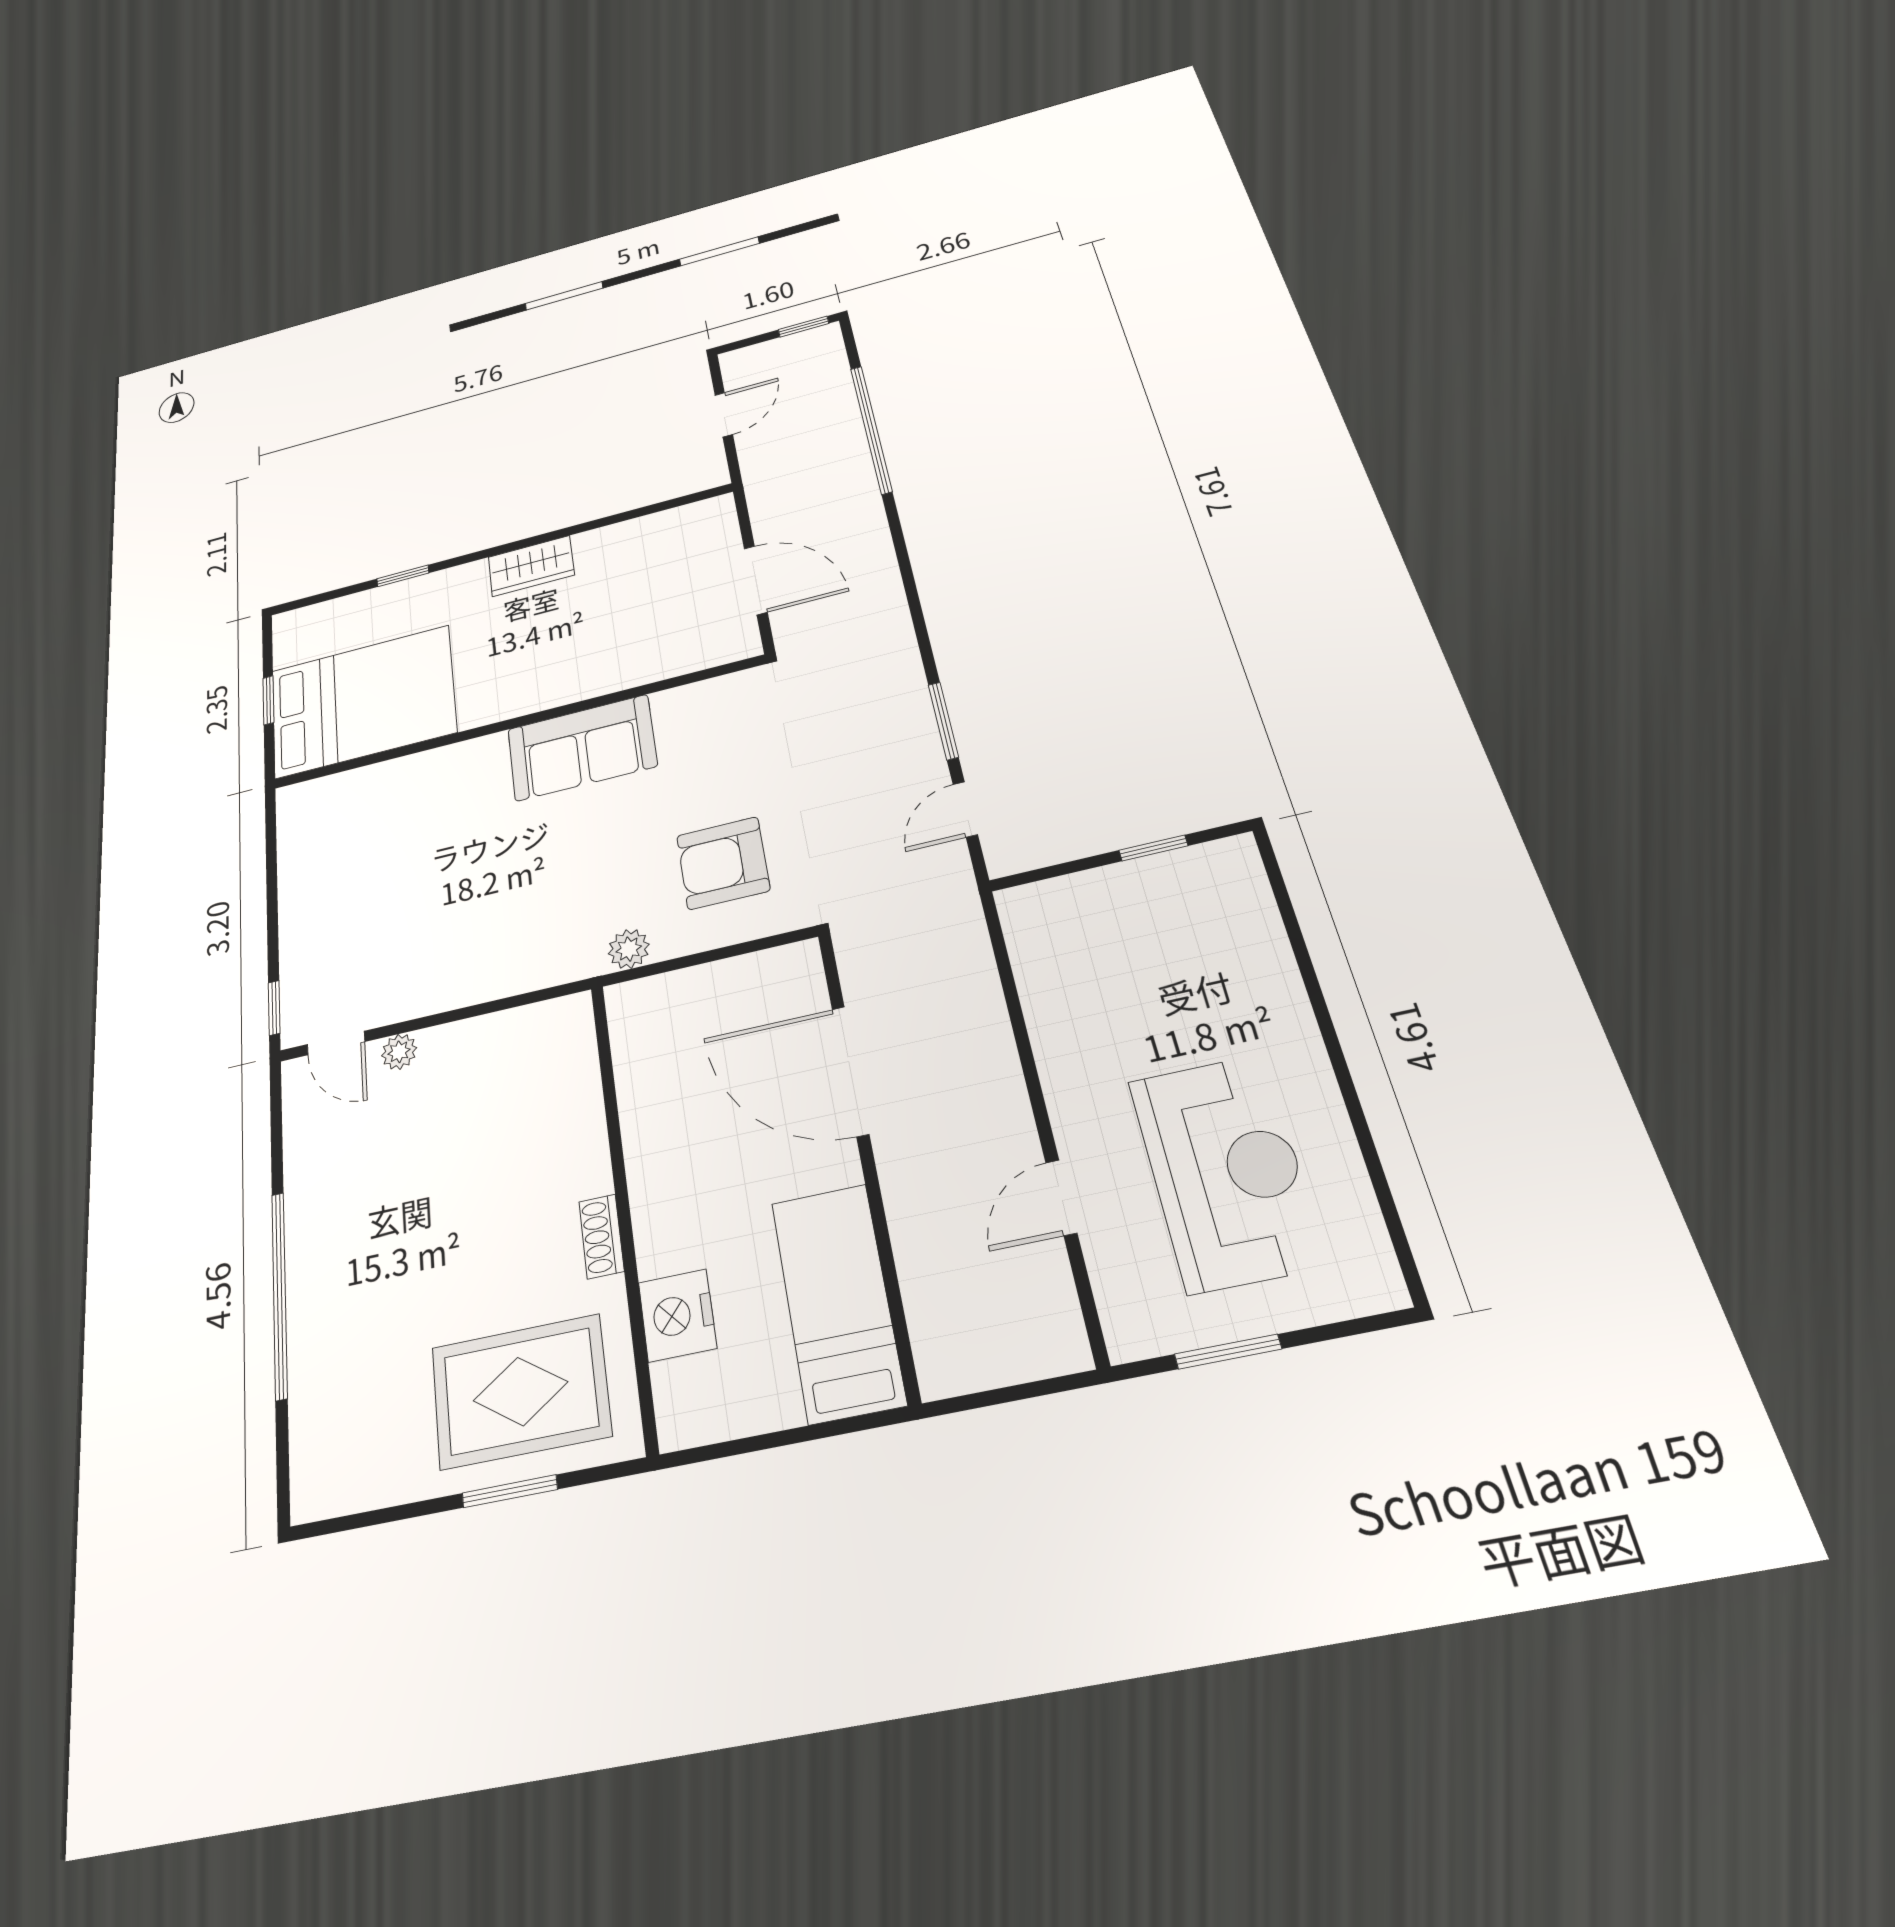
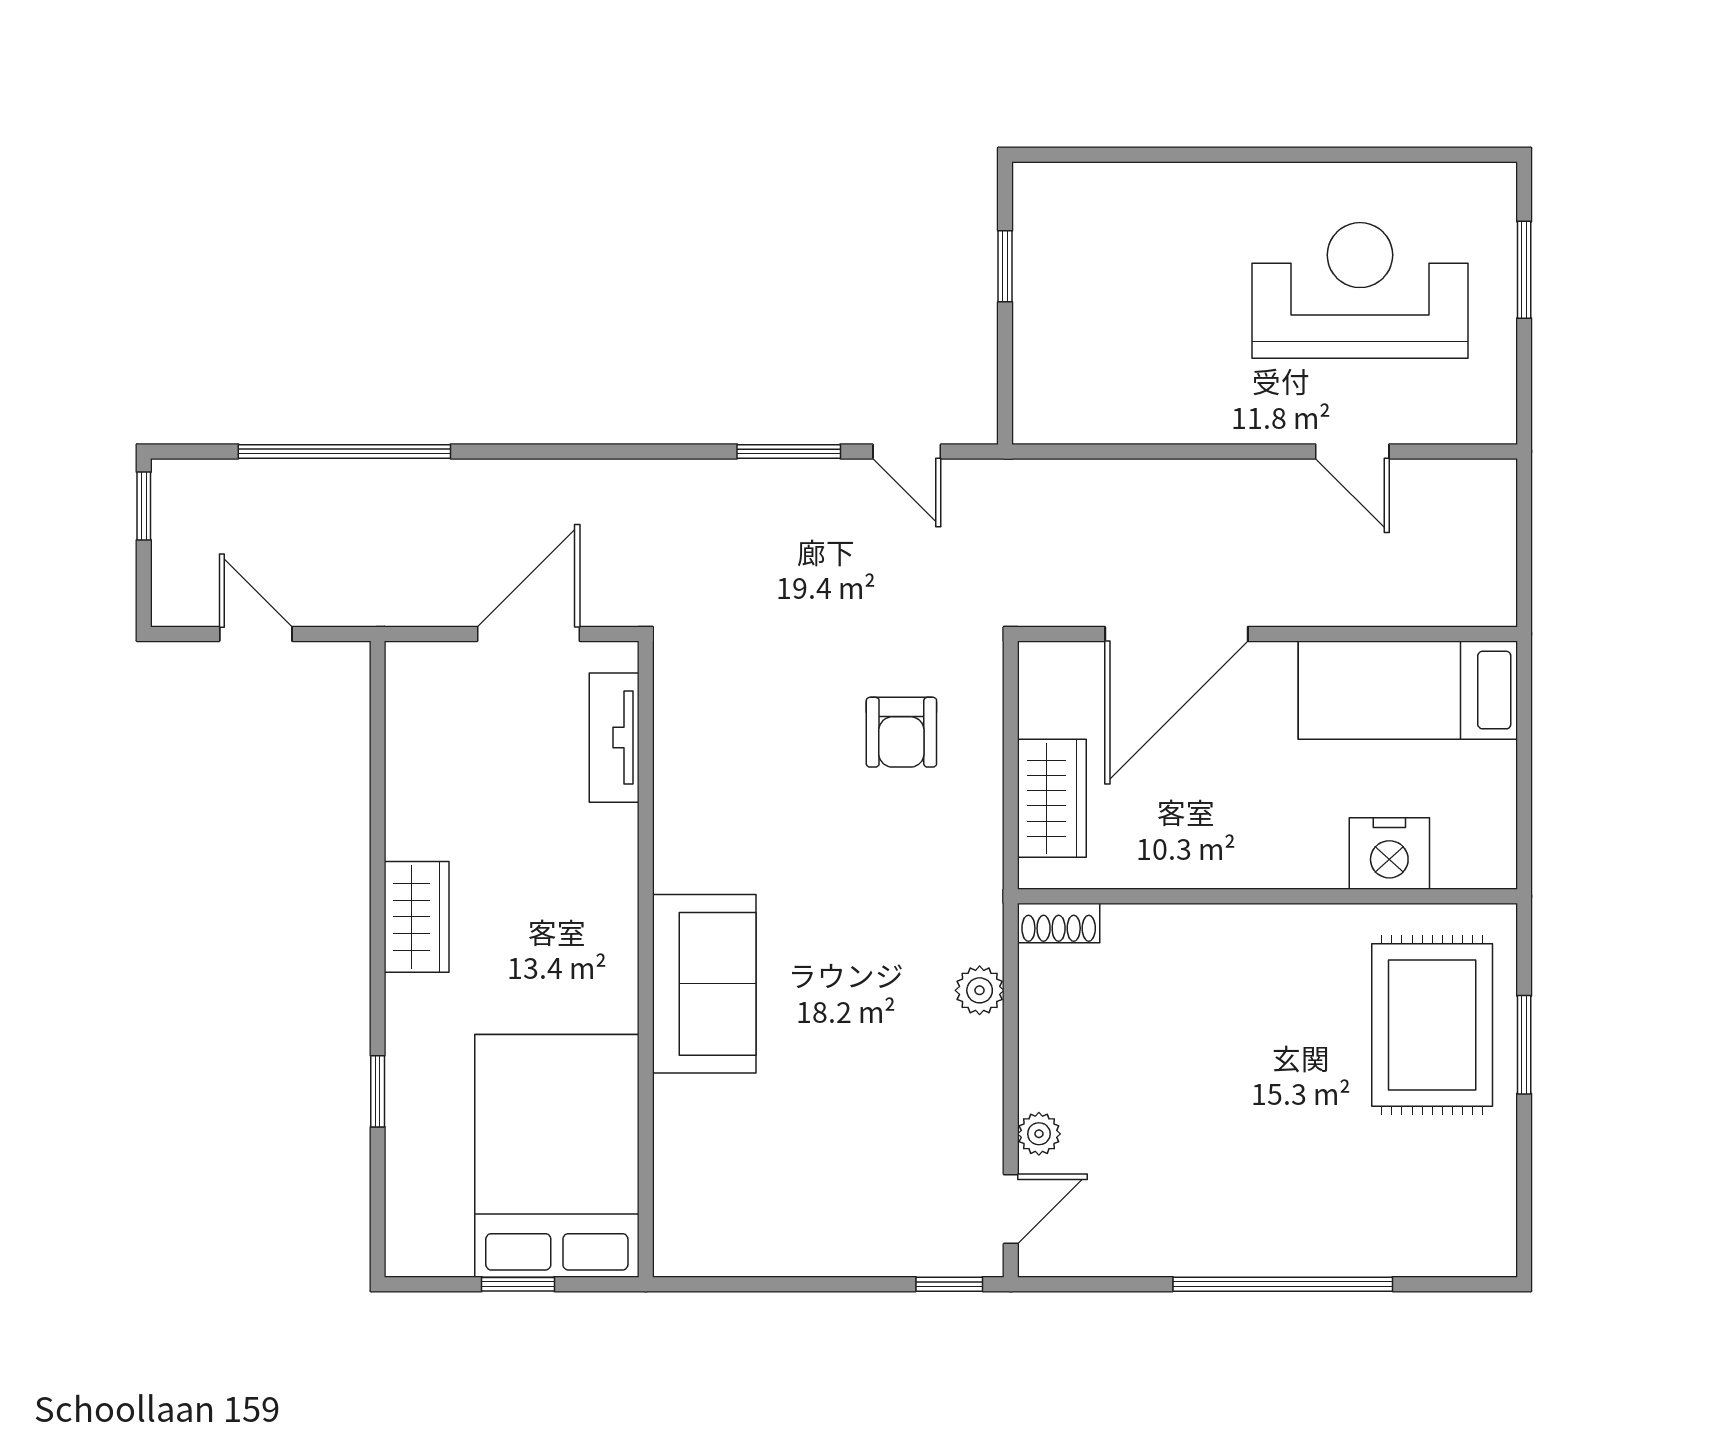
tv unit: (685, 657) -> (614, 738), added
sofa: (582, 748) -> (704, 984), moved
armchair: (723, 863) -> (901, 732), width x0.72, depth x0.72
plant: (629, 949) -> (980, 990), moved
wardrobe: (685, 997) -> (1052, 798), added
shoe rack: (601, 1236) -> (1059, 923), moved
window: (1228, 1352) -> (1524, 270), moved

